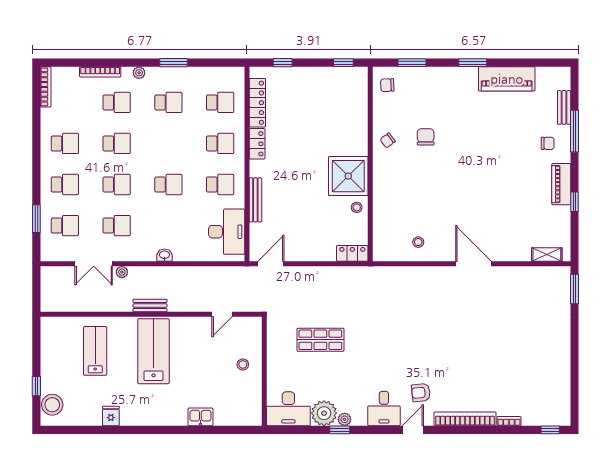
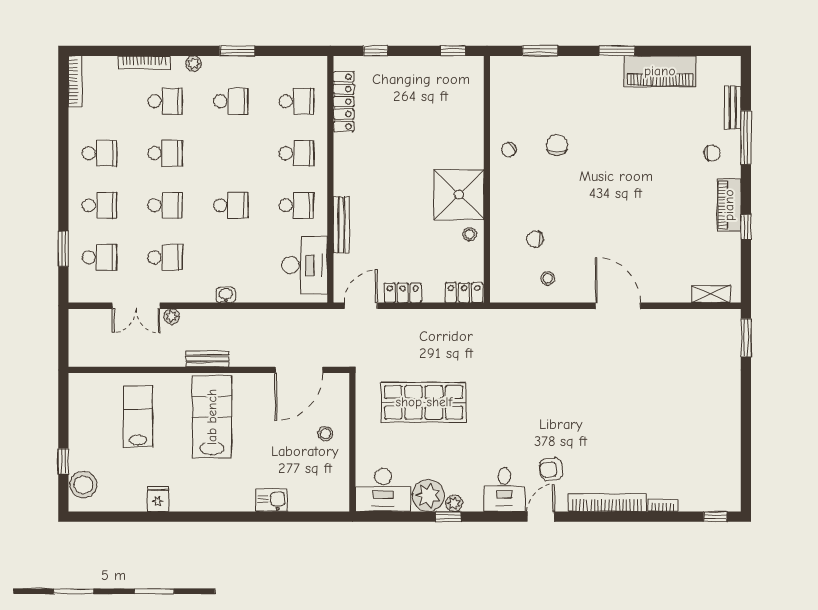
chair: (387, 85) -> (535, 239), moved
locker: (257, 144) -> (403, 293), moved, turned -90
door: (222, 314) -> (299, 370), width x1.87
shop shelf: (320, 340) -> (424, 402), width x1.43, depth x1.36

